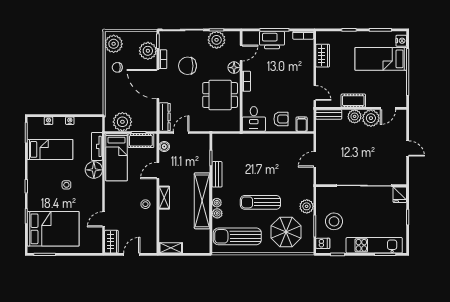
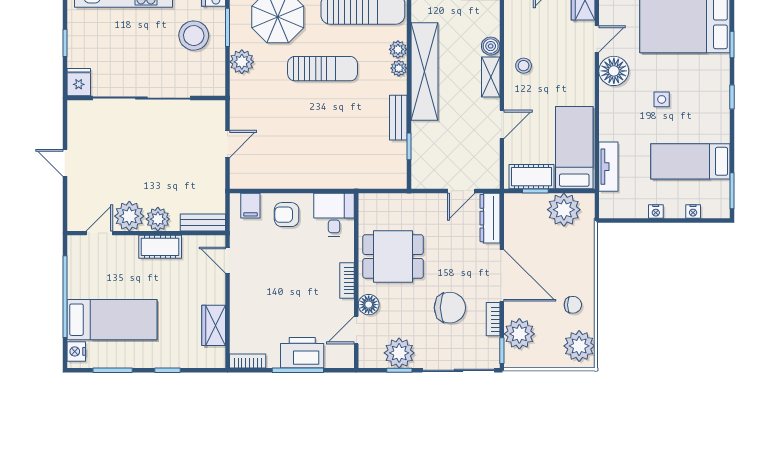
boiler: (164, 147) -> (491, 46), moved
floor lamp: (94, 170) -> (614, 71), moved

